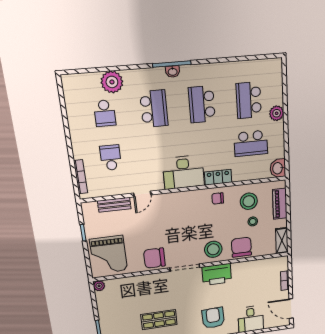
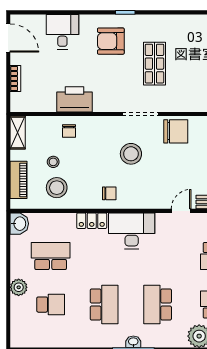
school desk: (249, 100) -> (51, 305), width x0.54
chair: (218, 198) -> (109, 193), moved
chair: (241, 247) -> (69, 131), width x0.54, depth x0.54
stool: (213, 249) -> (131, 154), moved
printer: (217, 275) -> (74, 99), moved
armchair: (213, 318) -> (111, 41), turned 92
shop shelf: (159, 320) -> (154, 64), moved, turned 90

